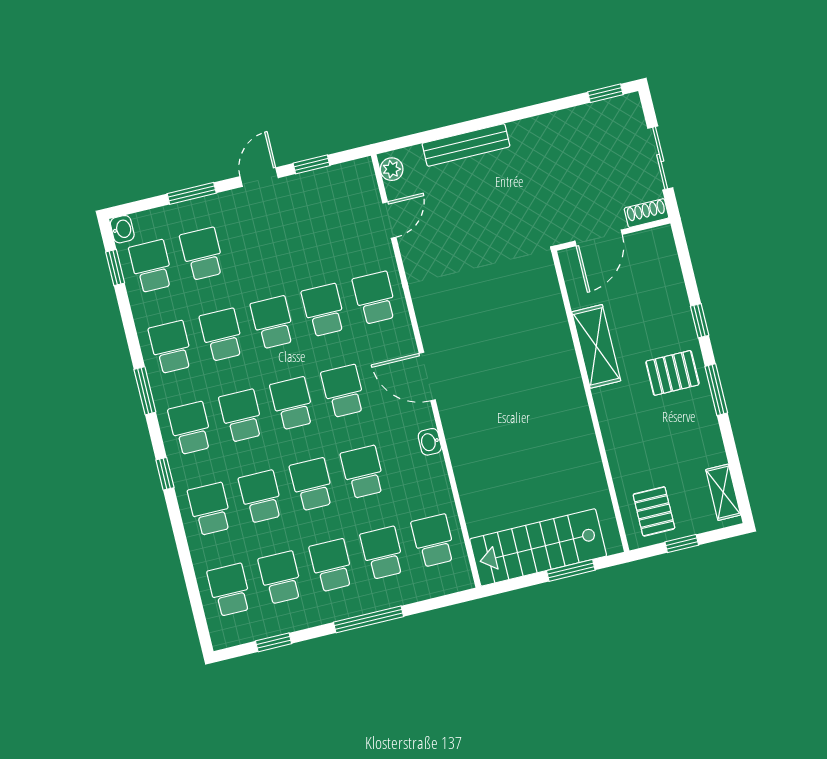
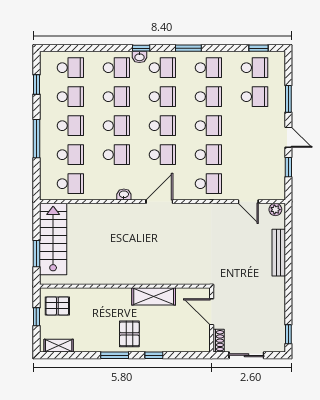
washbasin: (122, 229) -> (139, 57), moved

